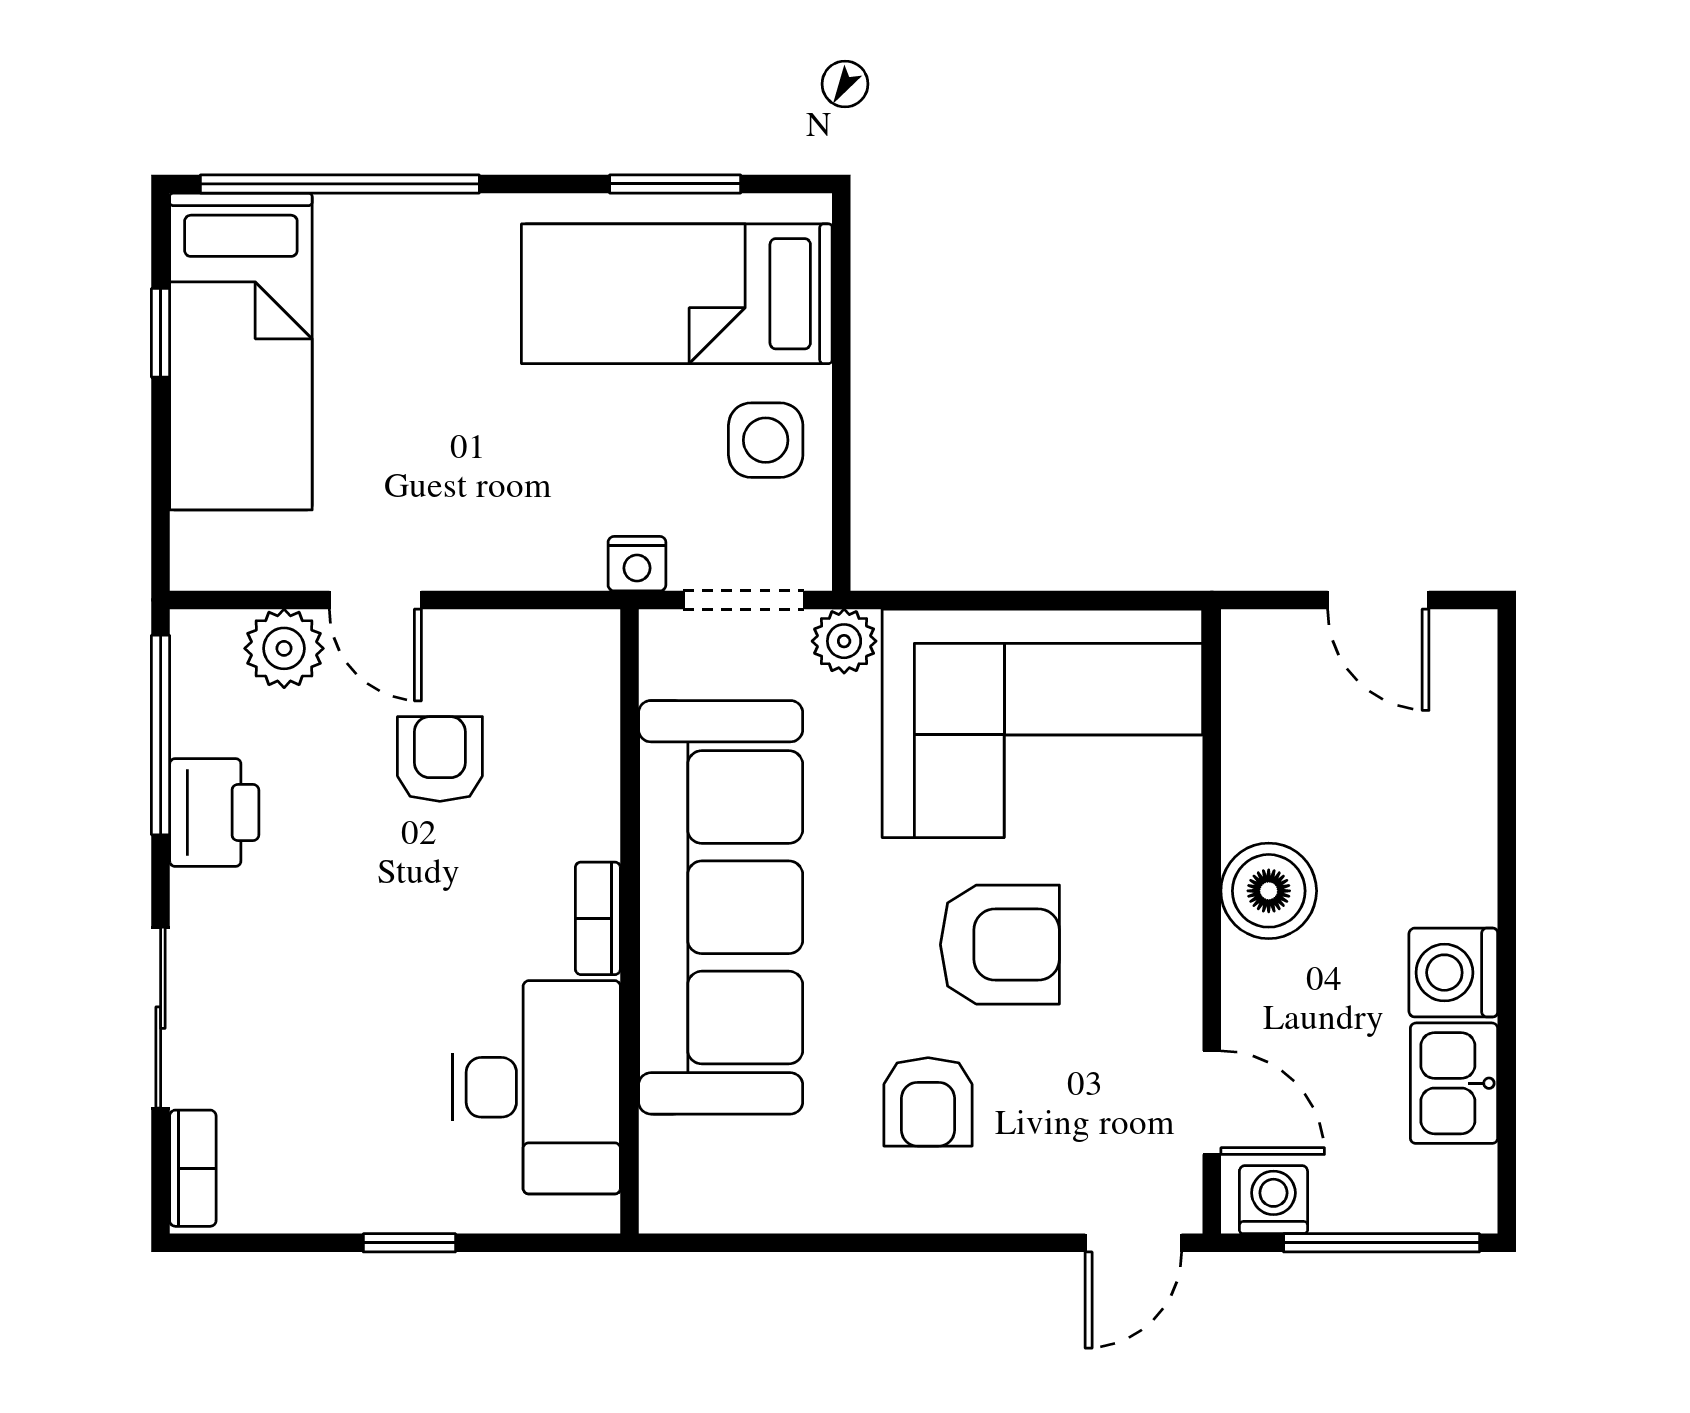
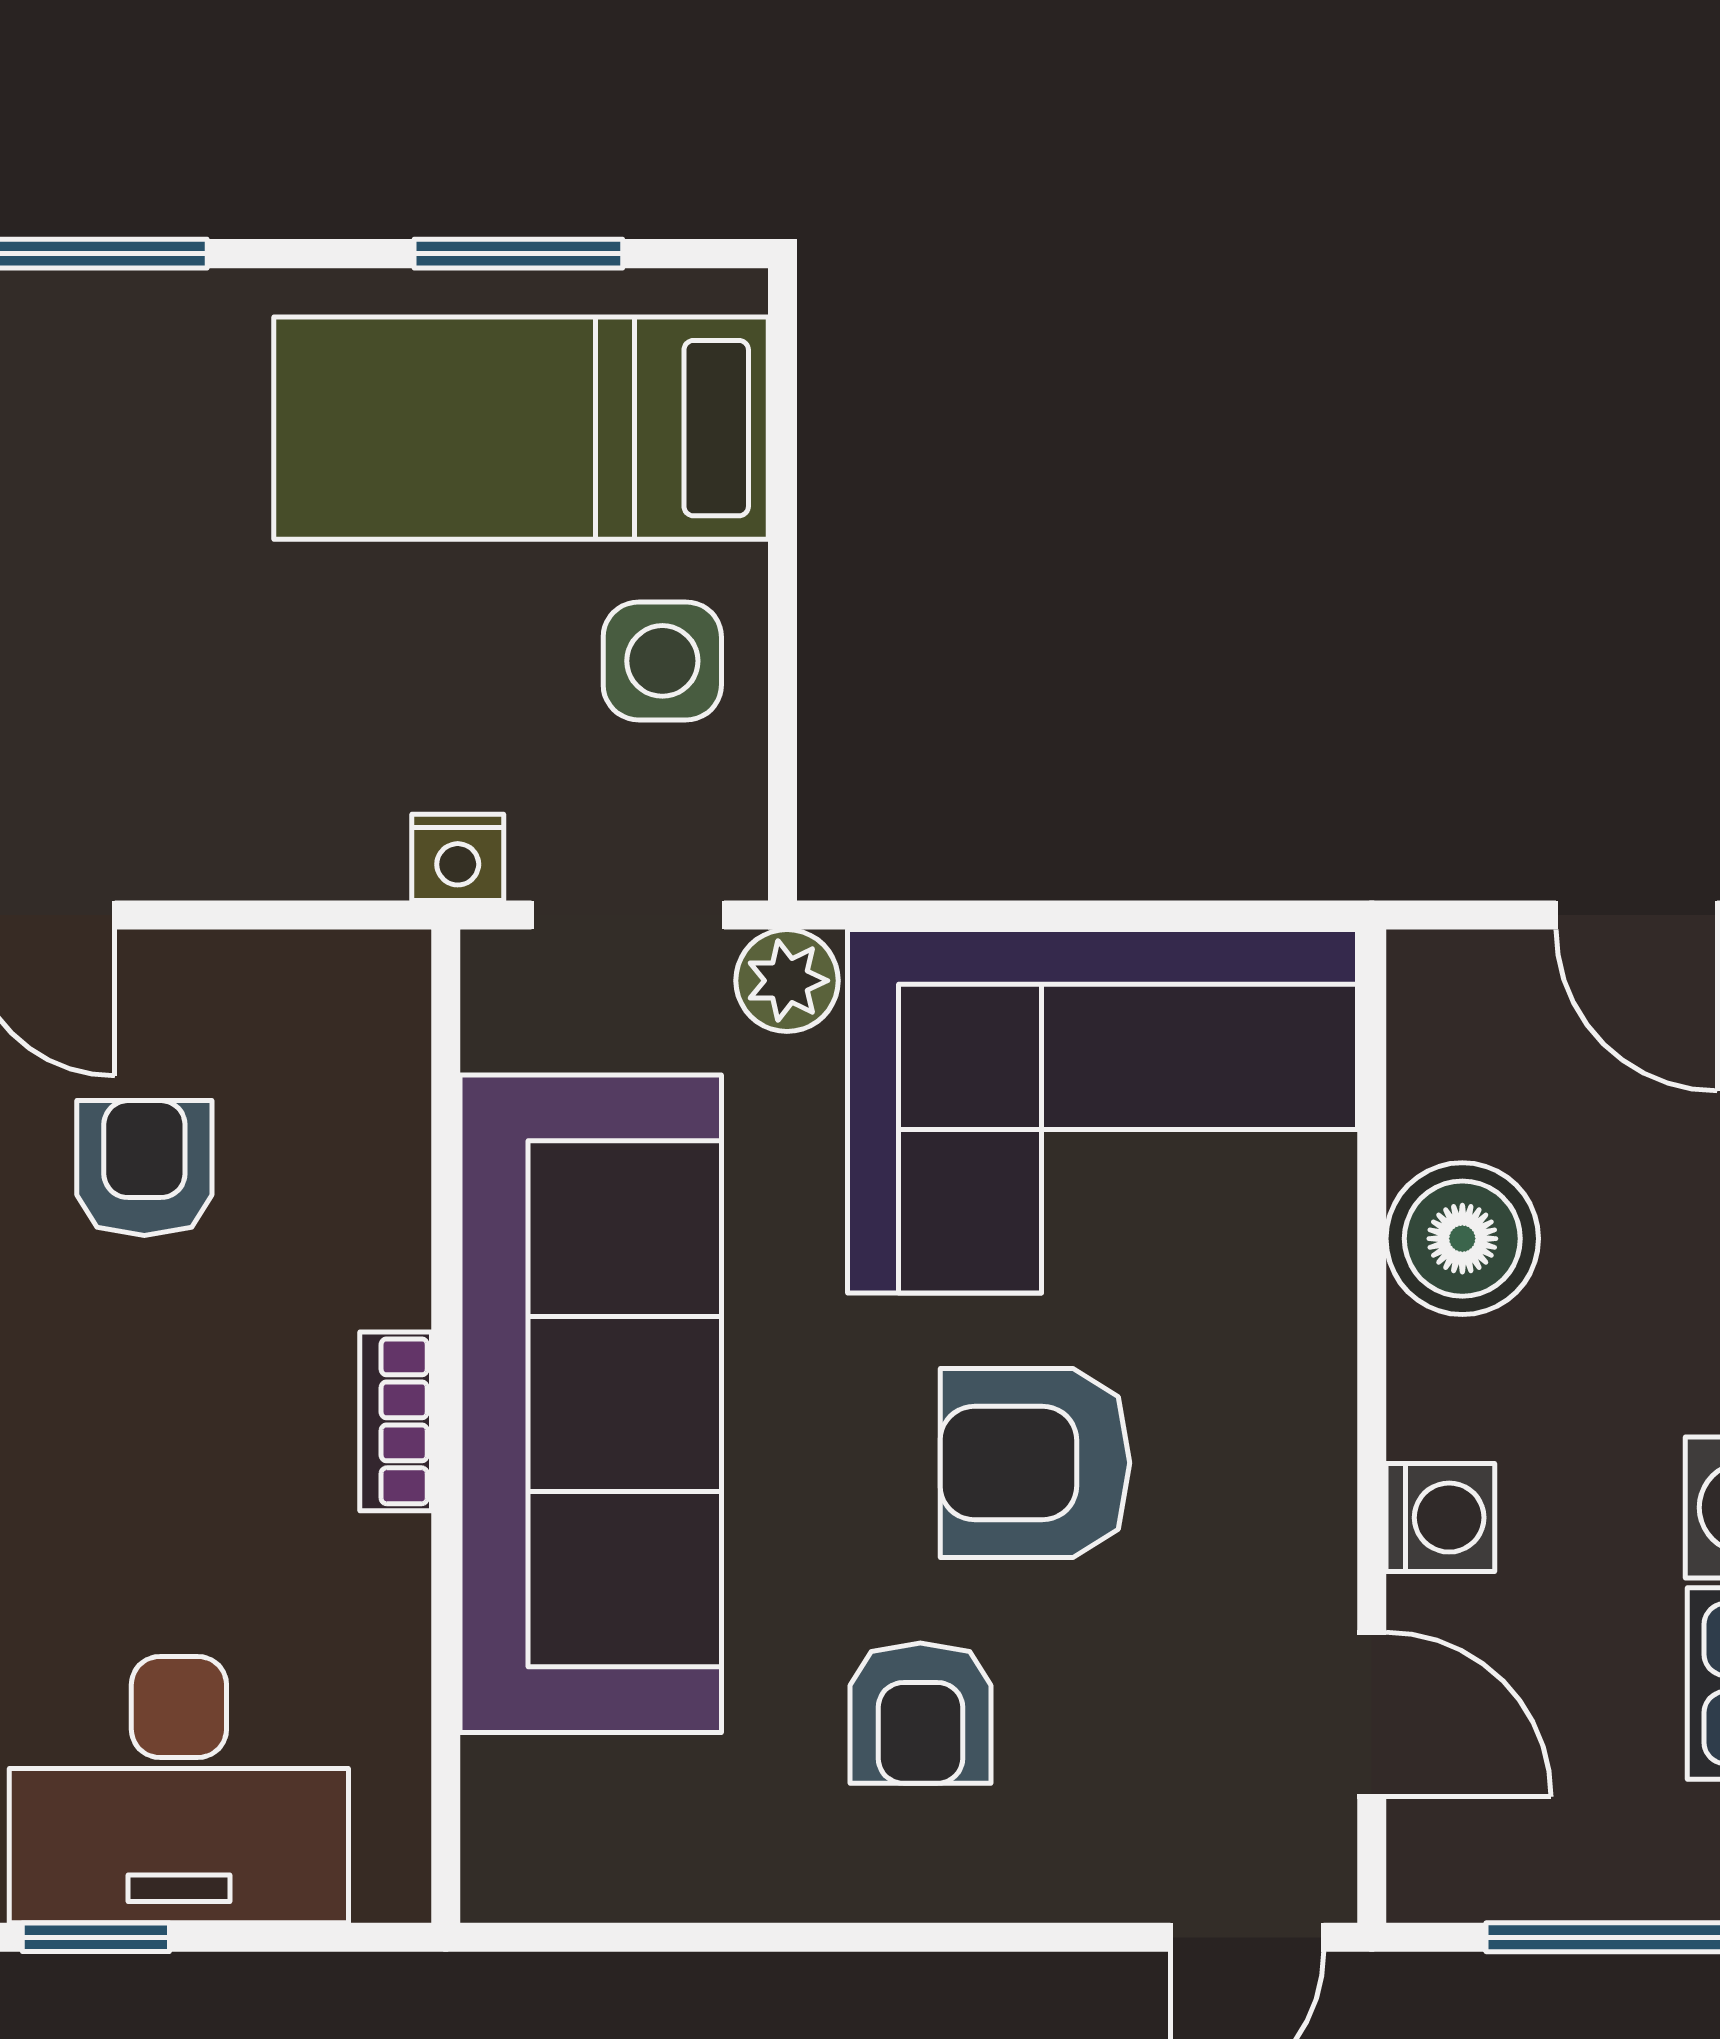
boiler: (1269, 891) -> (1462, 1239), moved
armchair: (1000, 945) -> (1035, 1463), turned 180
desk: (537, 1087) -> (179, 1790), moved, turned 90
washing machine: (1273, 1200) -> (1440, 1518), moved, turned 90

